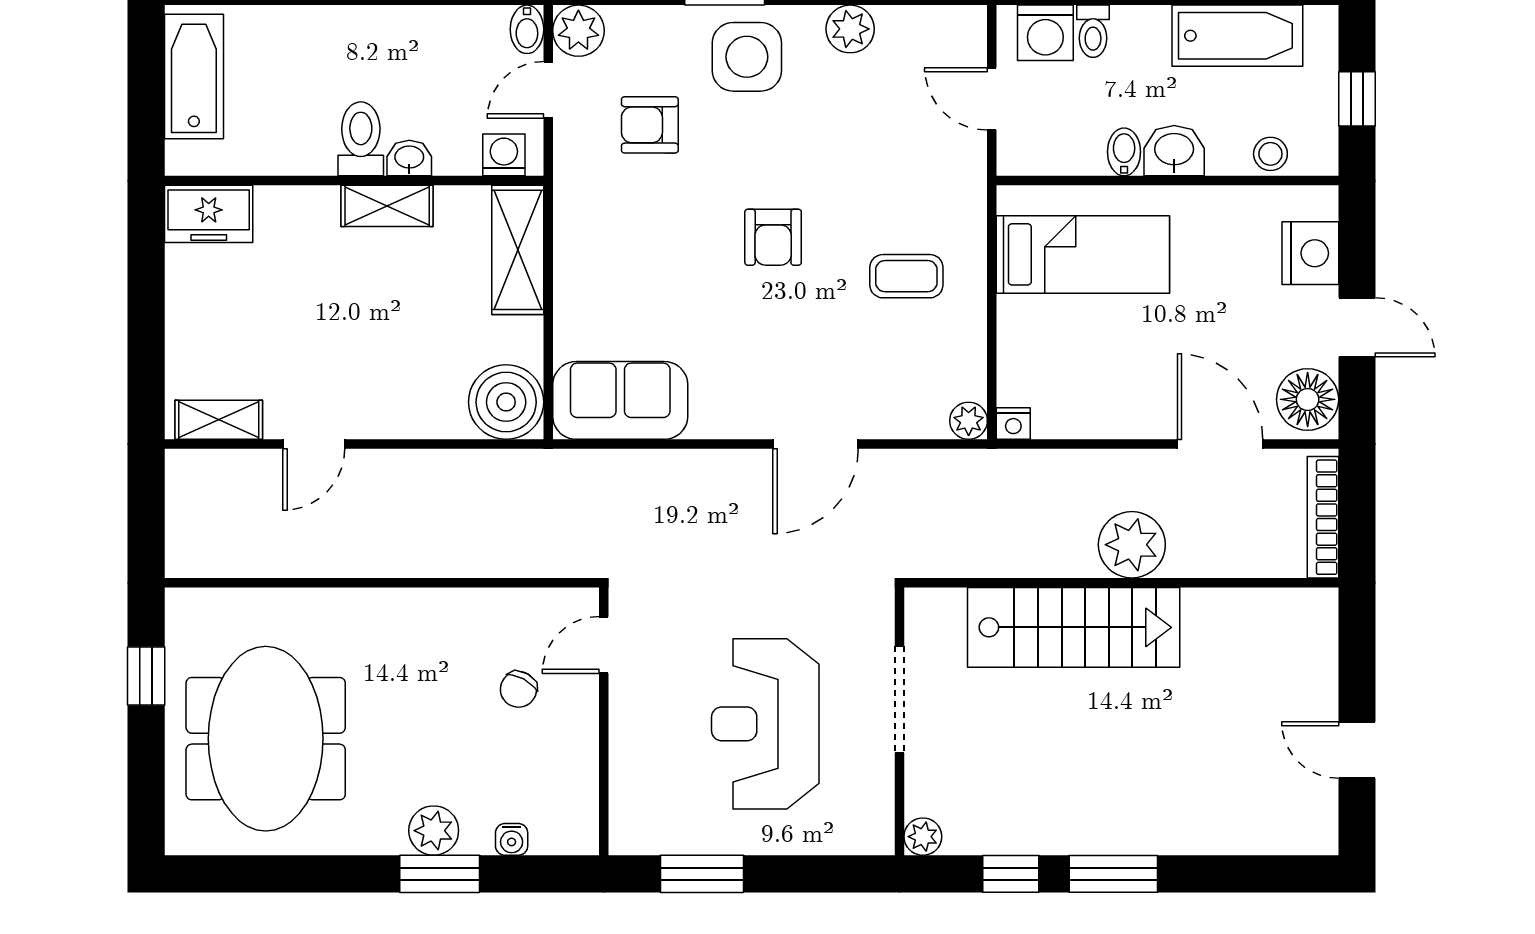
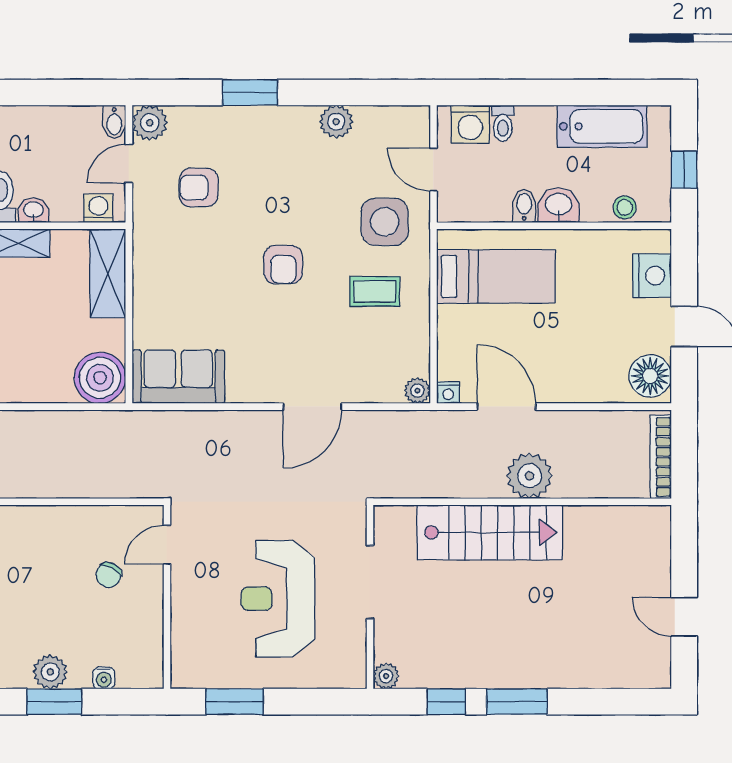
side table: (747, 57) -> (385, 222), moved
door: (1220, 444) -> (506, 407), moved

